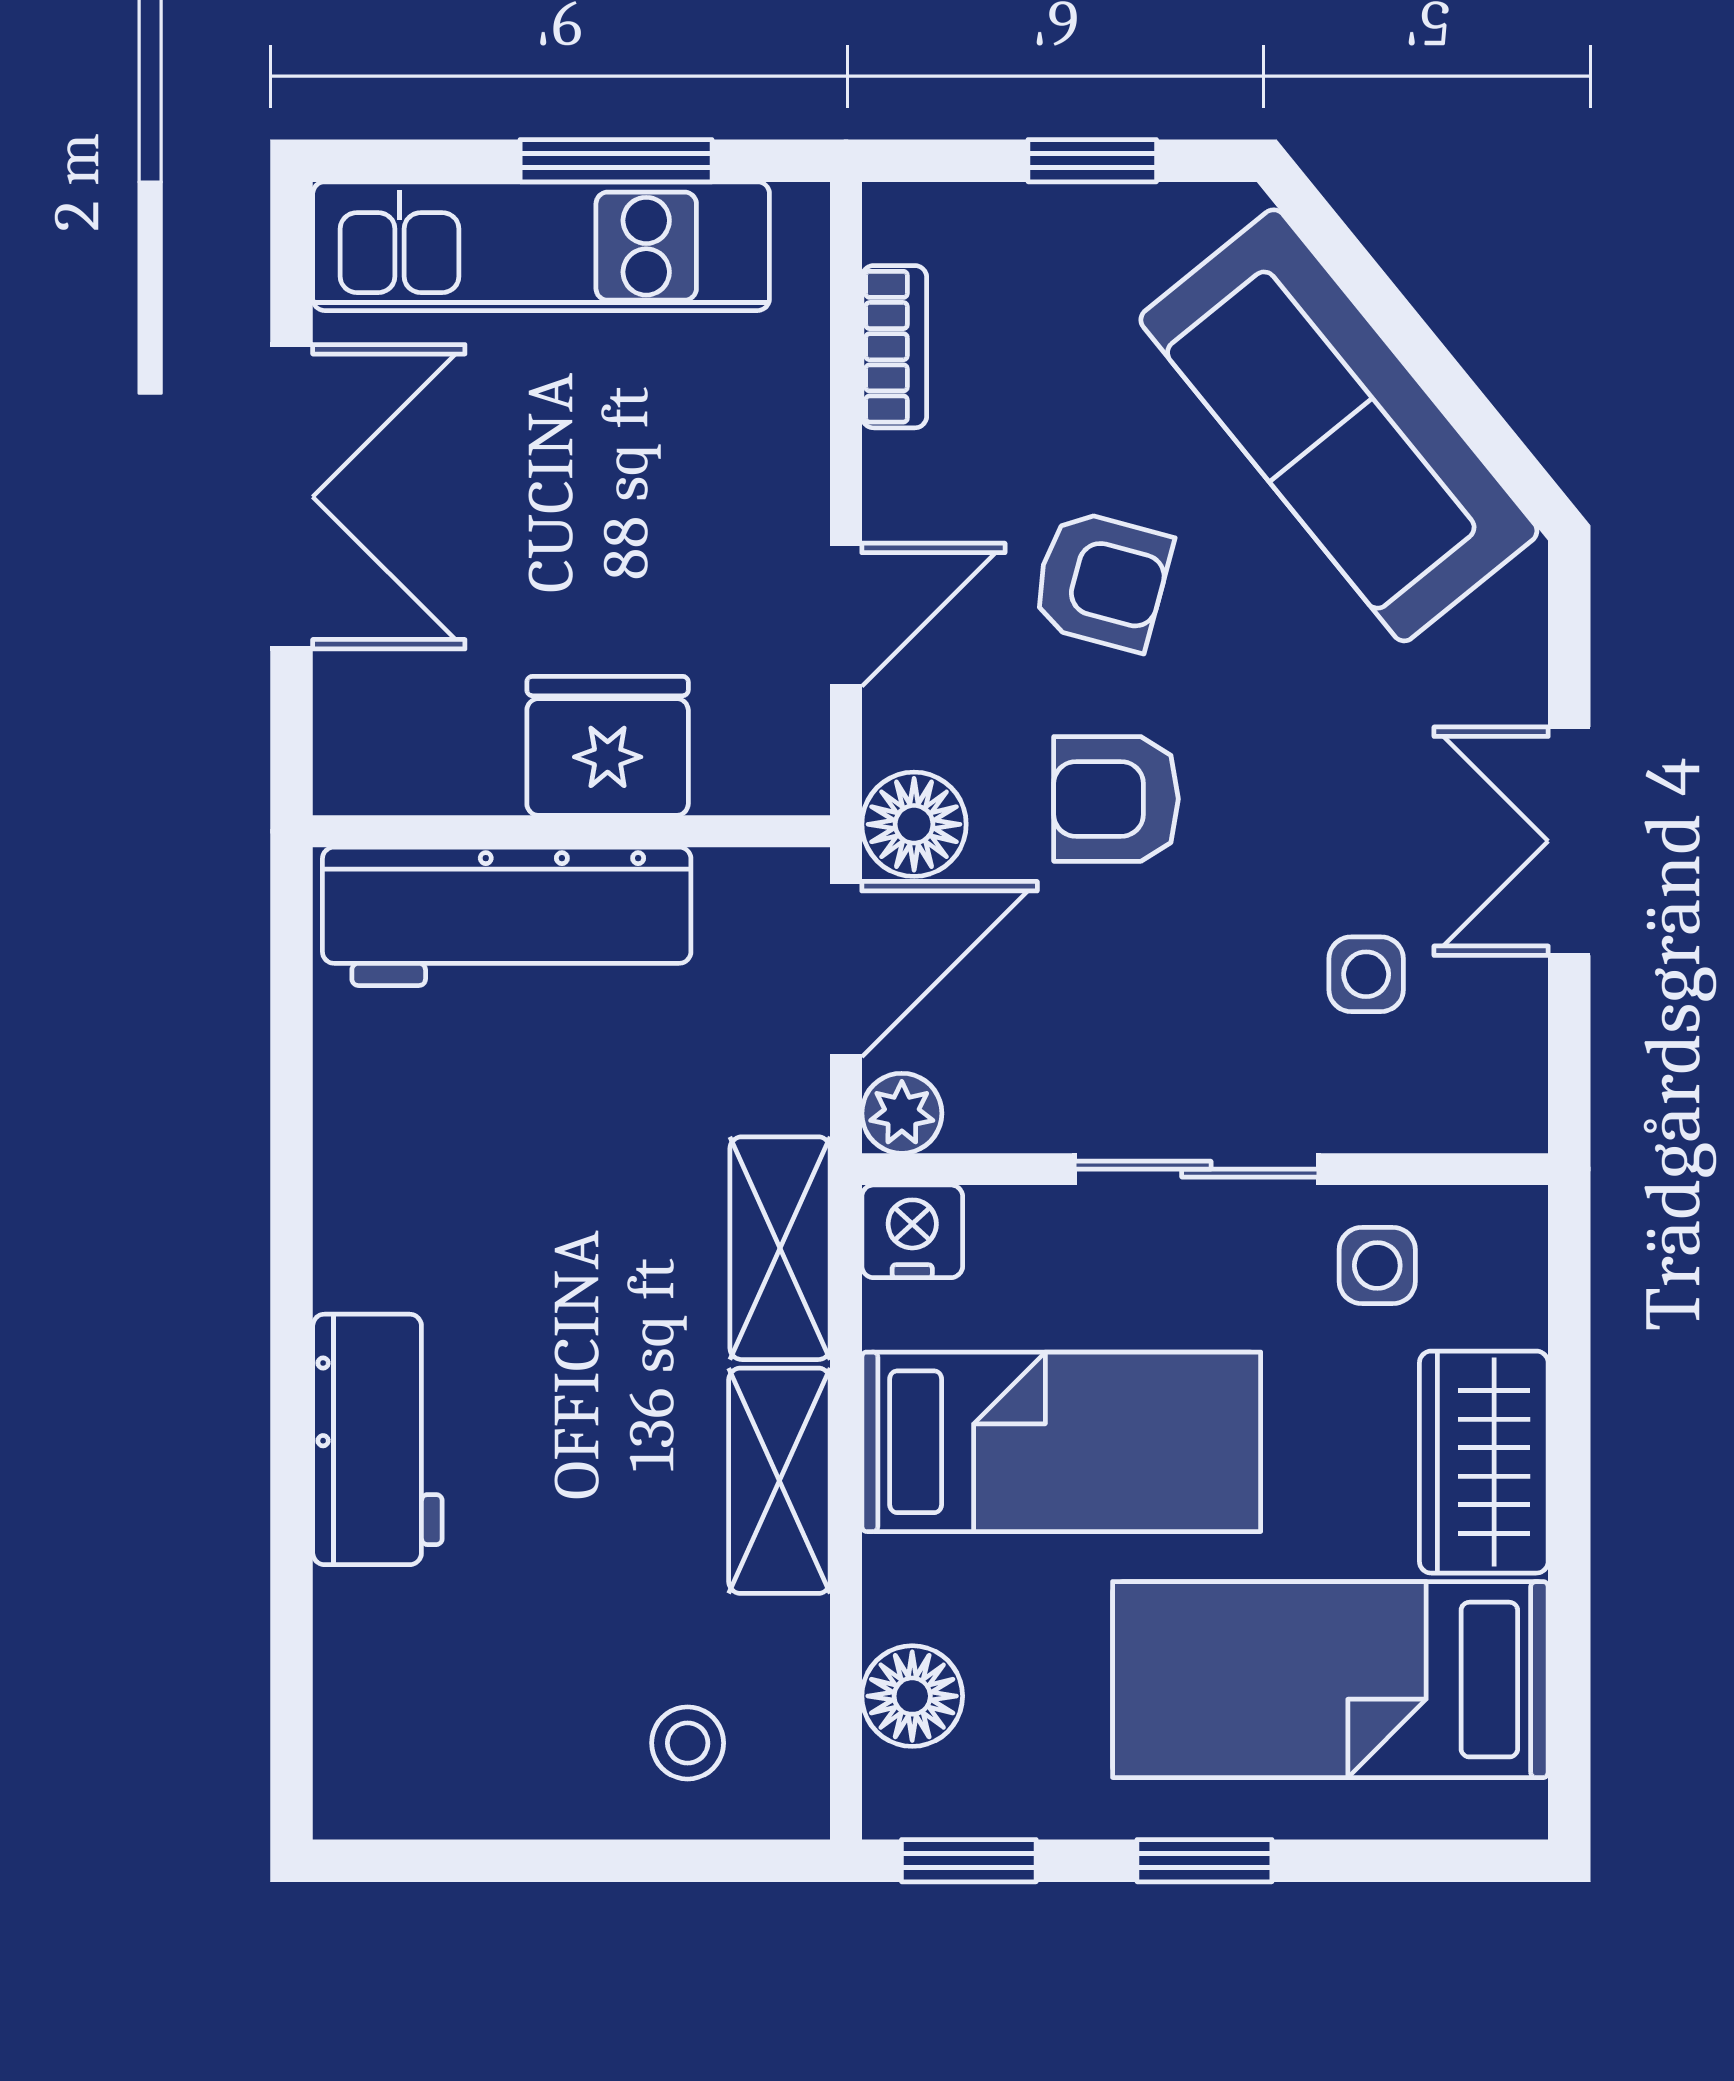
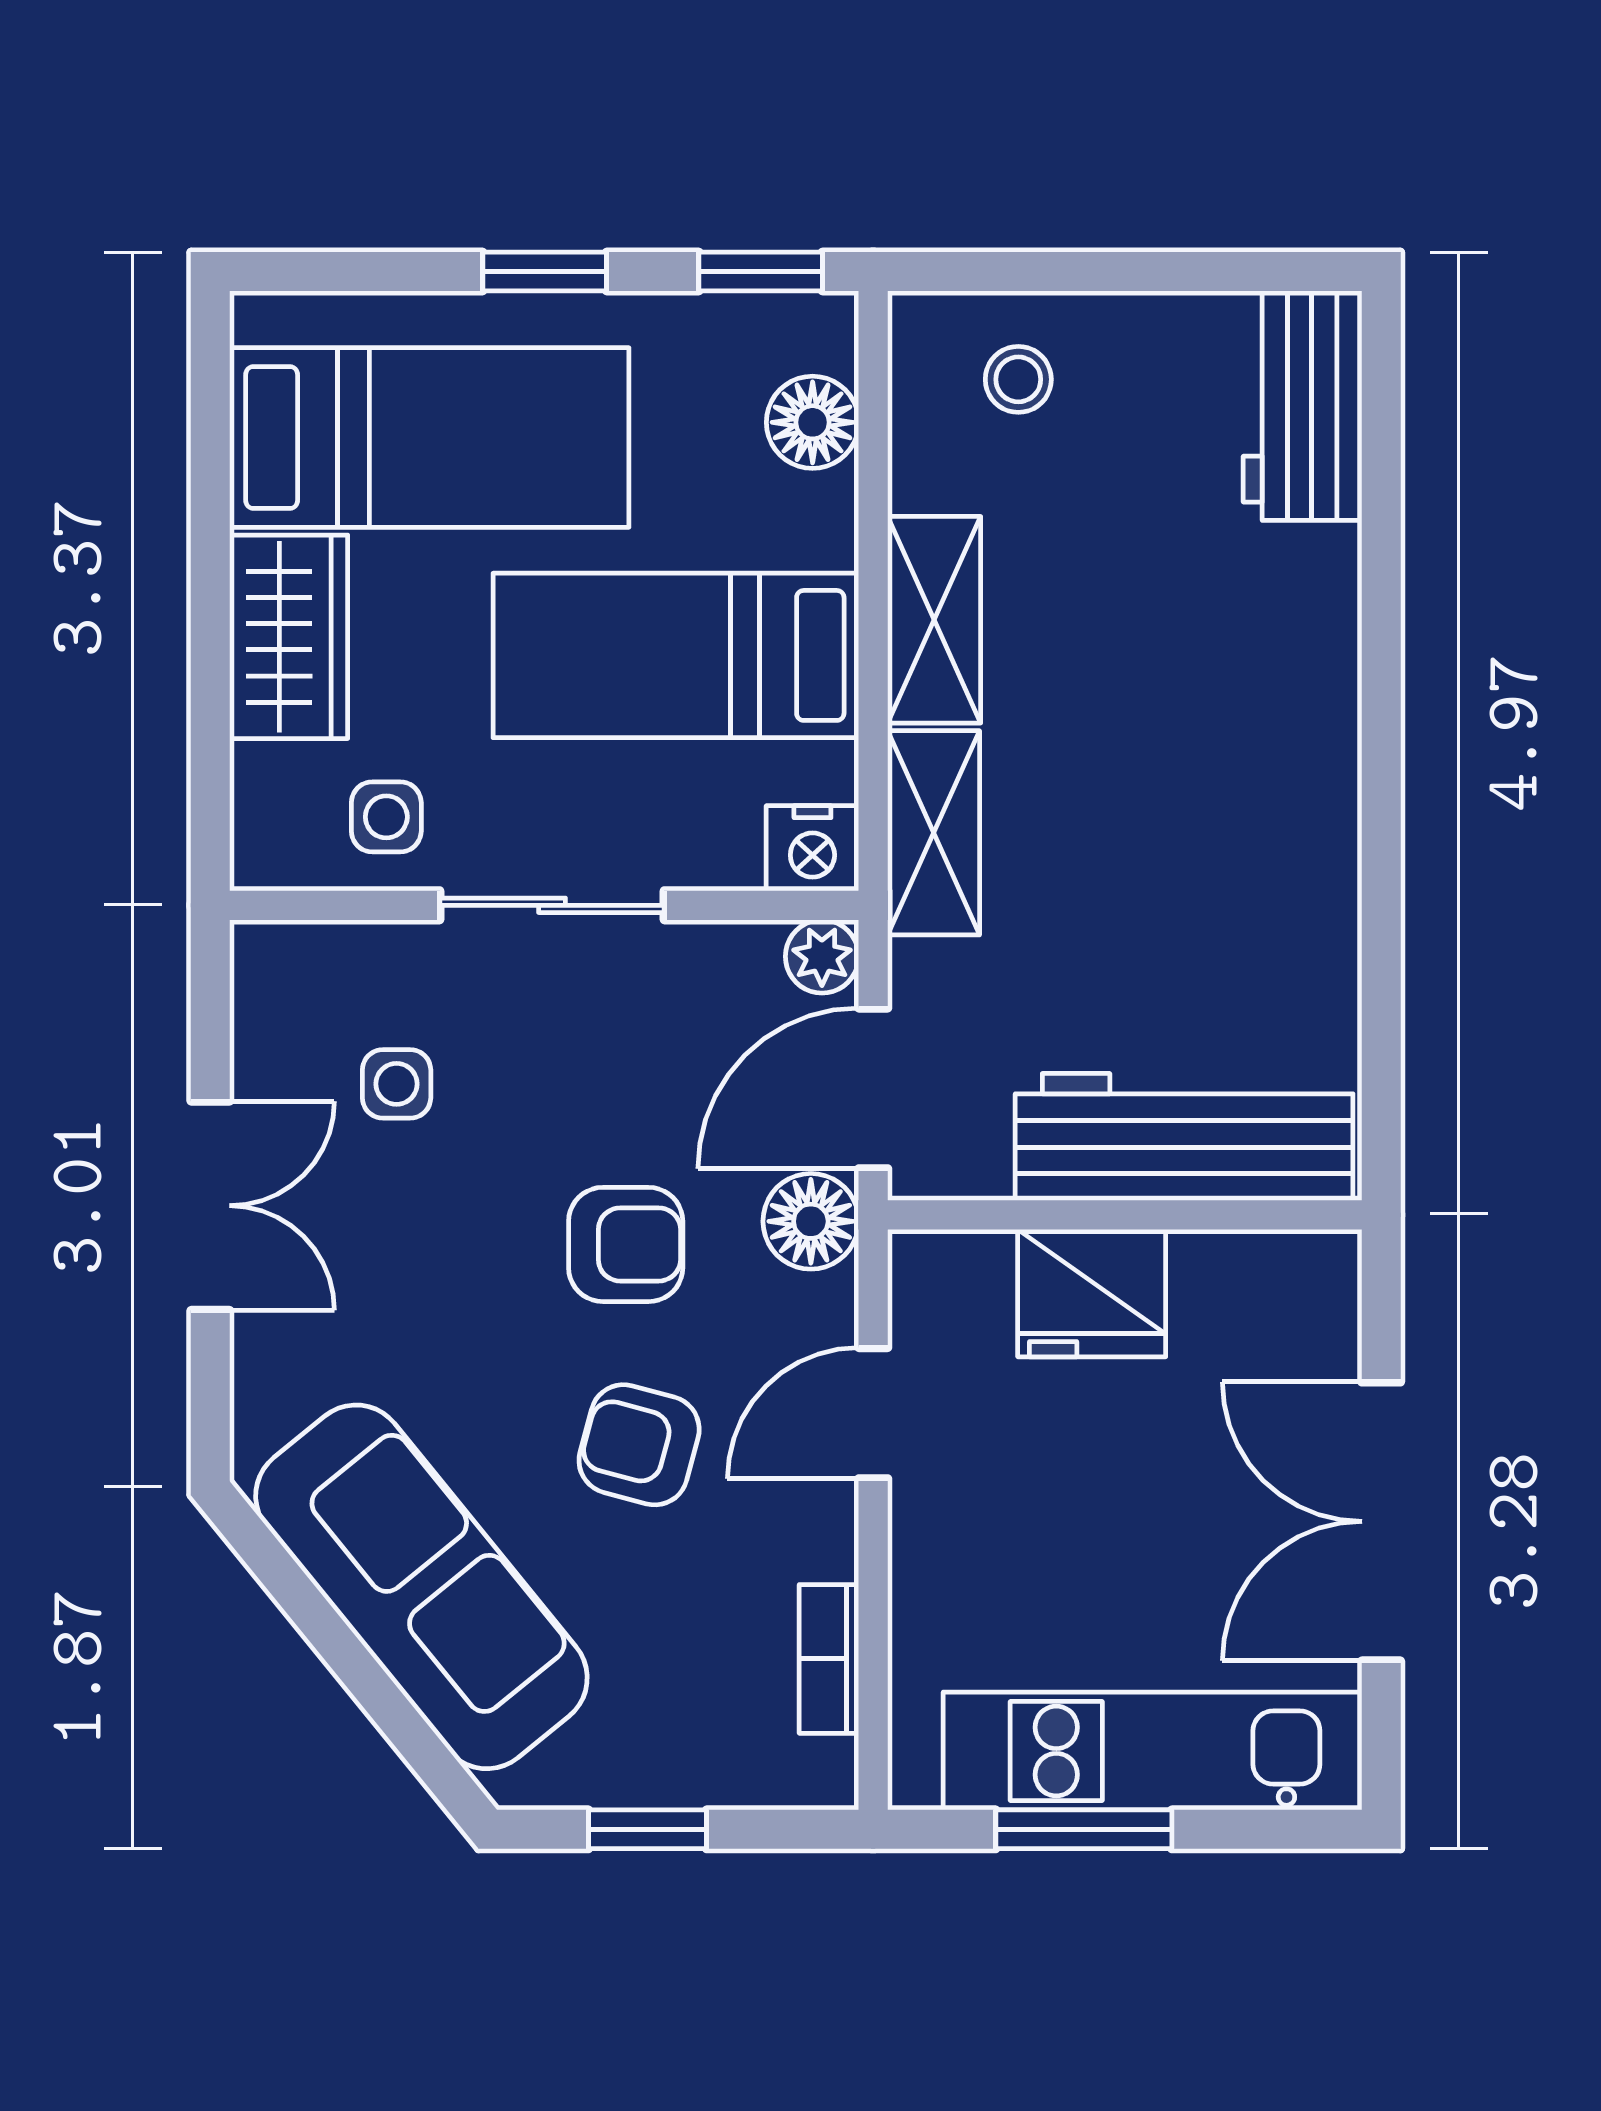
workbench: (377, 1439) -> (1302, 406), moved

